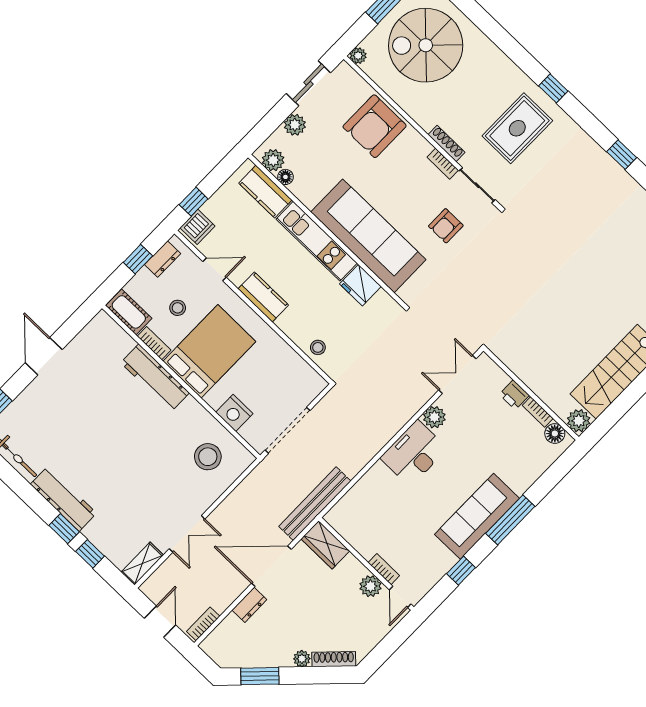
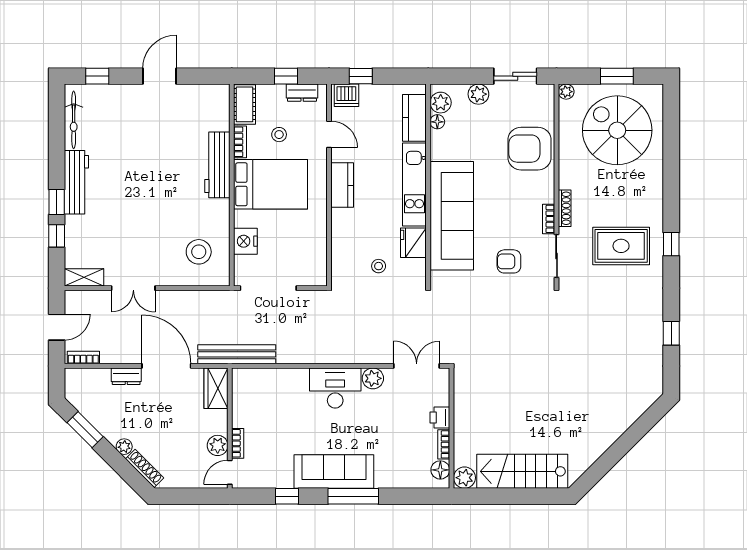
stool: (318, 347) -> (379, 266), moved

